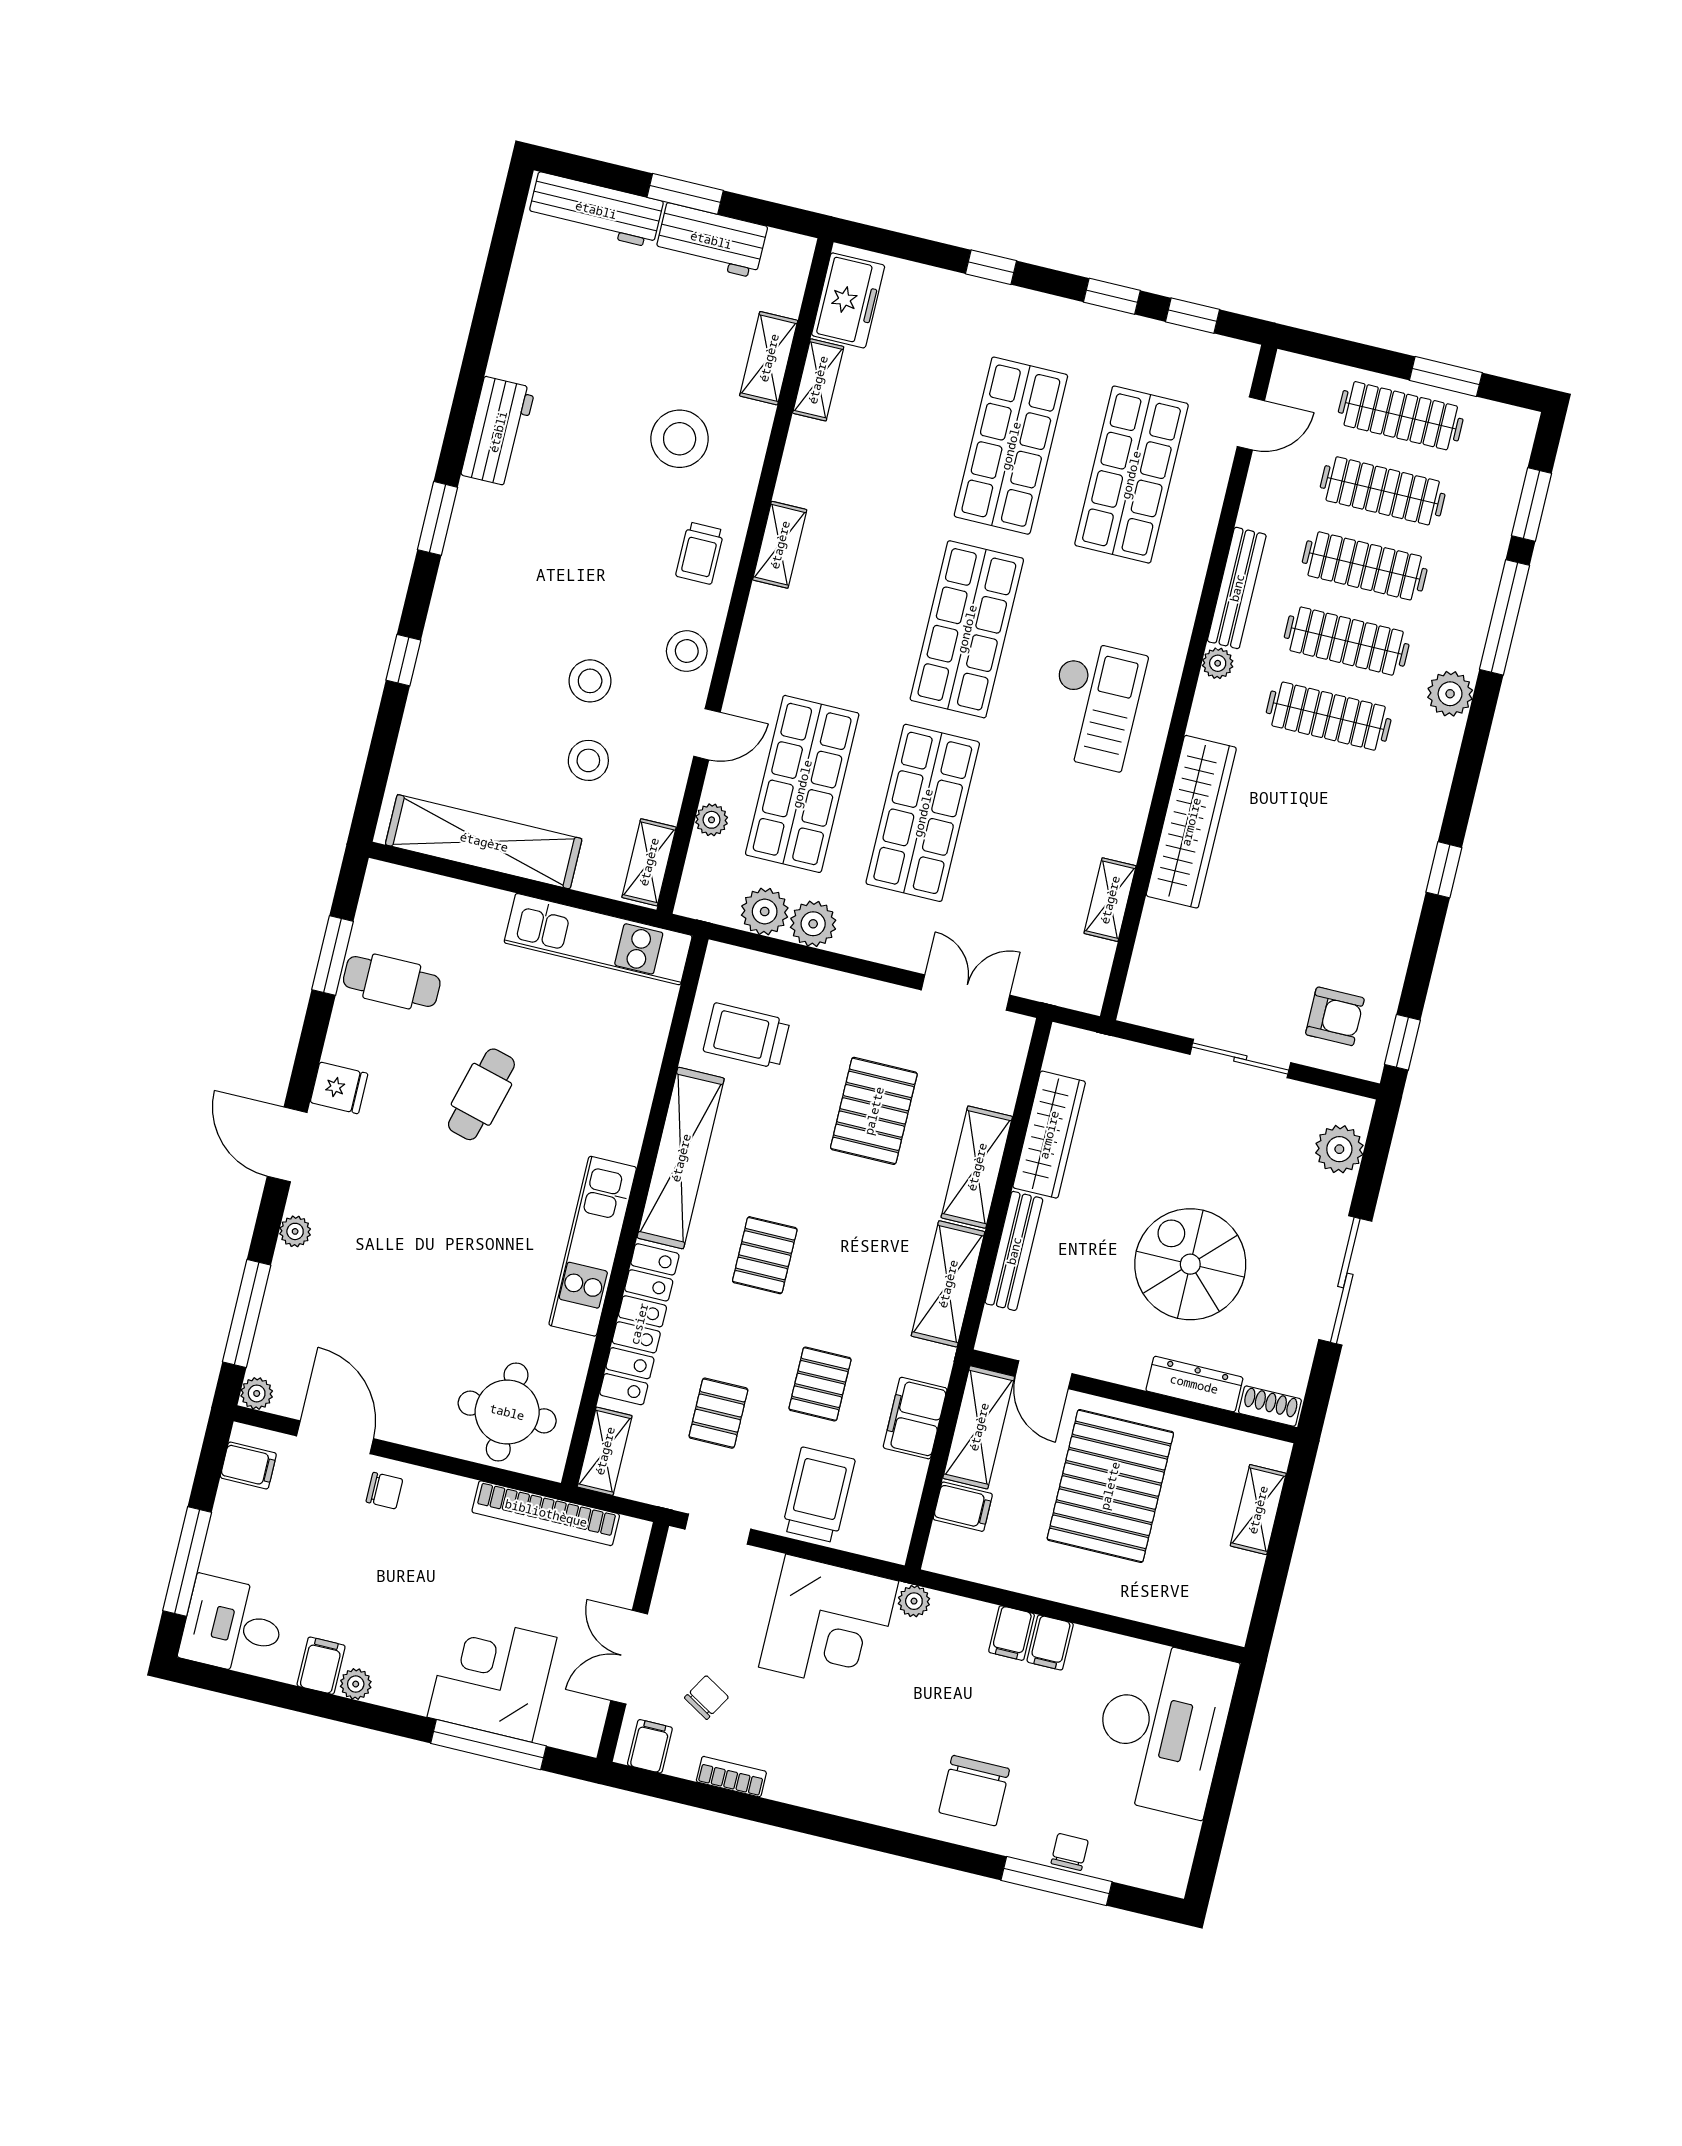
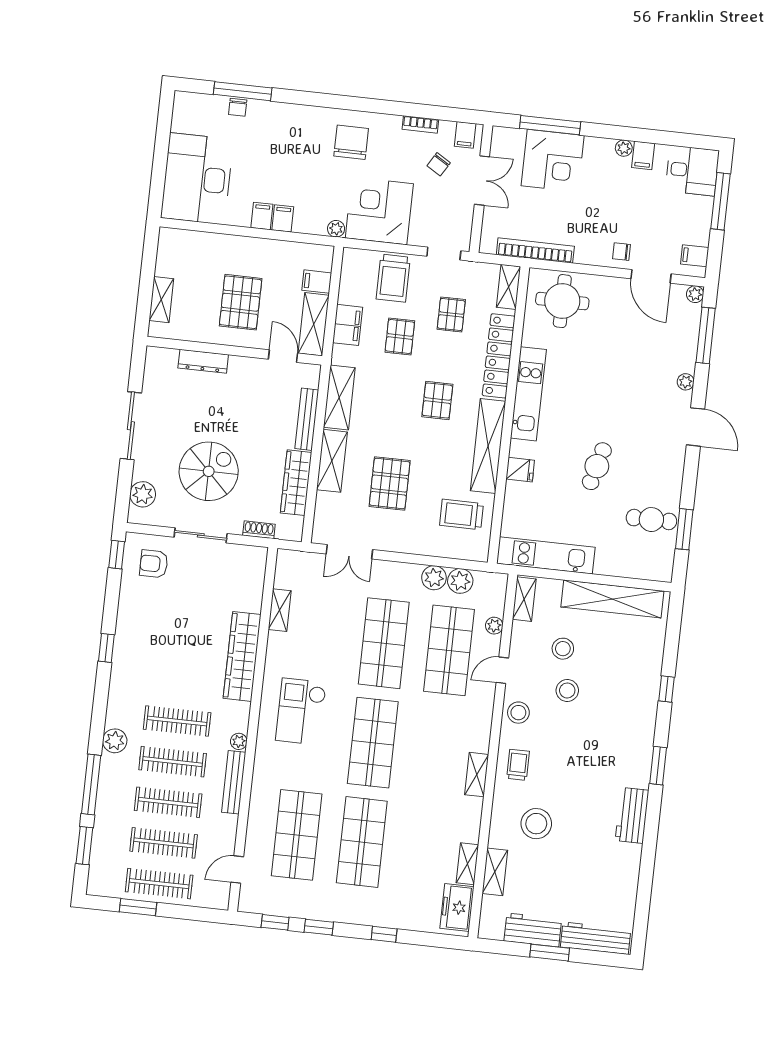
trolley: (747, 1036) -> (461, 514), turned 180
fridge: (339, 1088) -> (520, 470), moved, turned 180
spiral stairs: (1190, 1264) -> (209, 471), moved, turned -90
shoe rack: (1270, 1406) -> (259, 530), moved, turned 180
pallet: (1110, 1486) -> (241, 302), width x0.73, depth x0.71
chair: (974, 1791) -> (351, 142), moved

